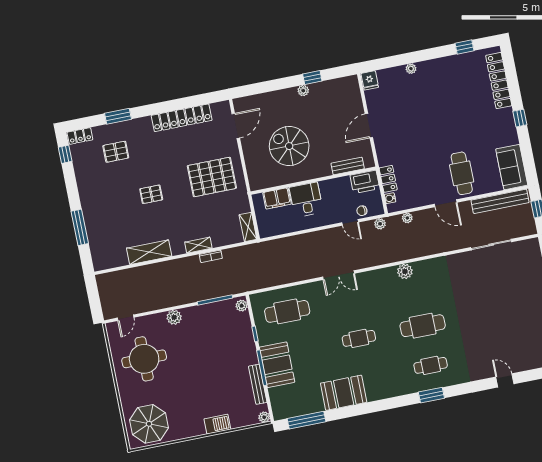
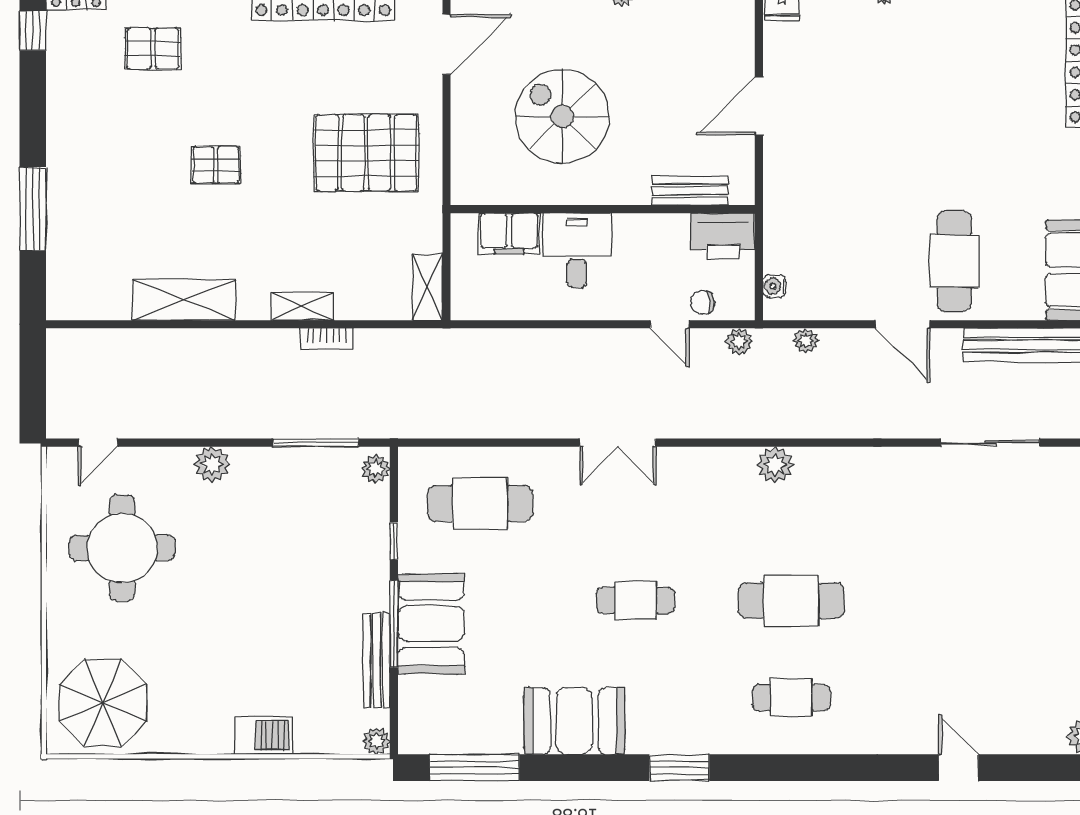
locker: (388, 179) -> (779, 240), removed
window: (431, 395) -> (679, 768), moved

